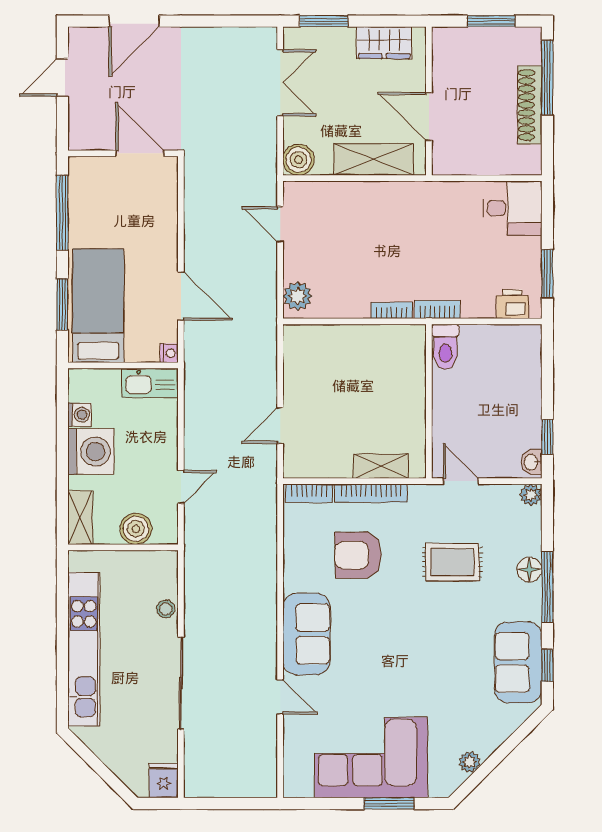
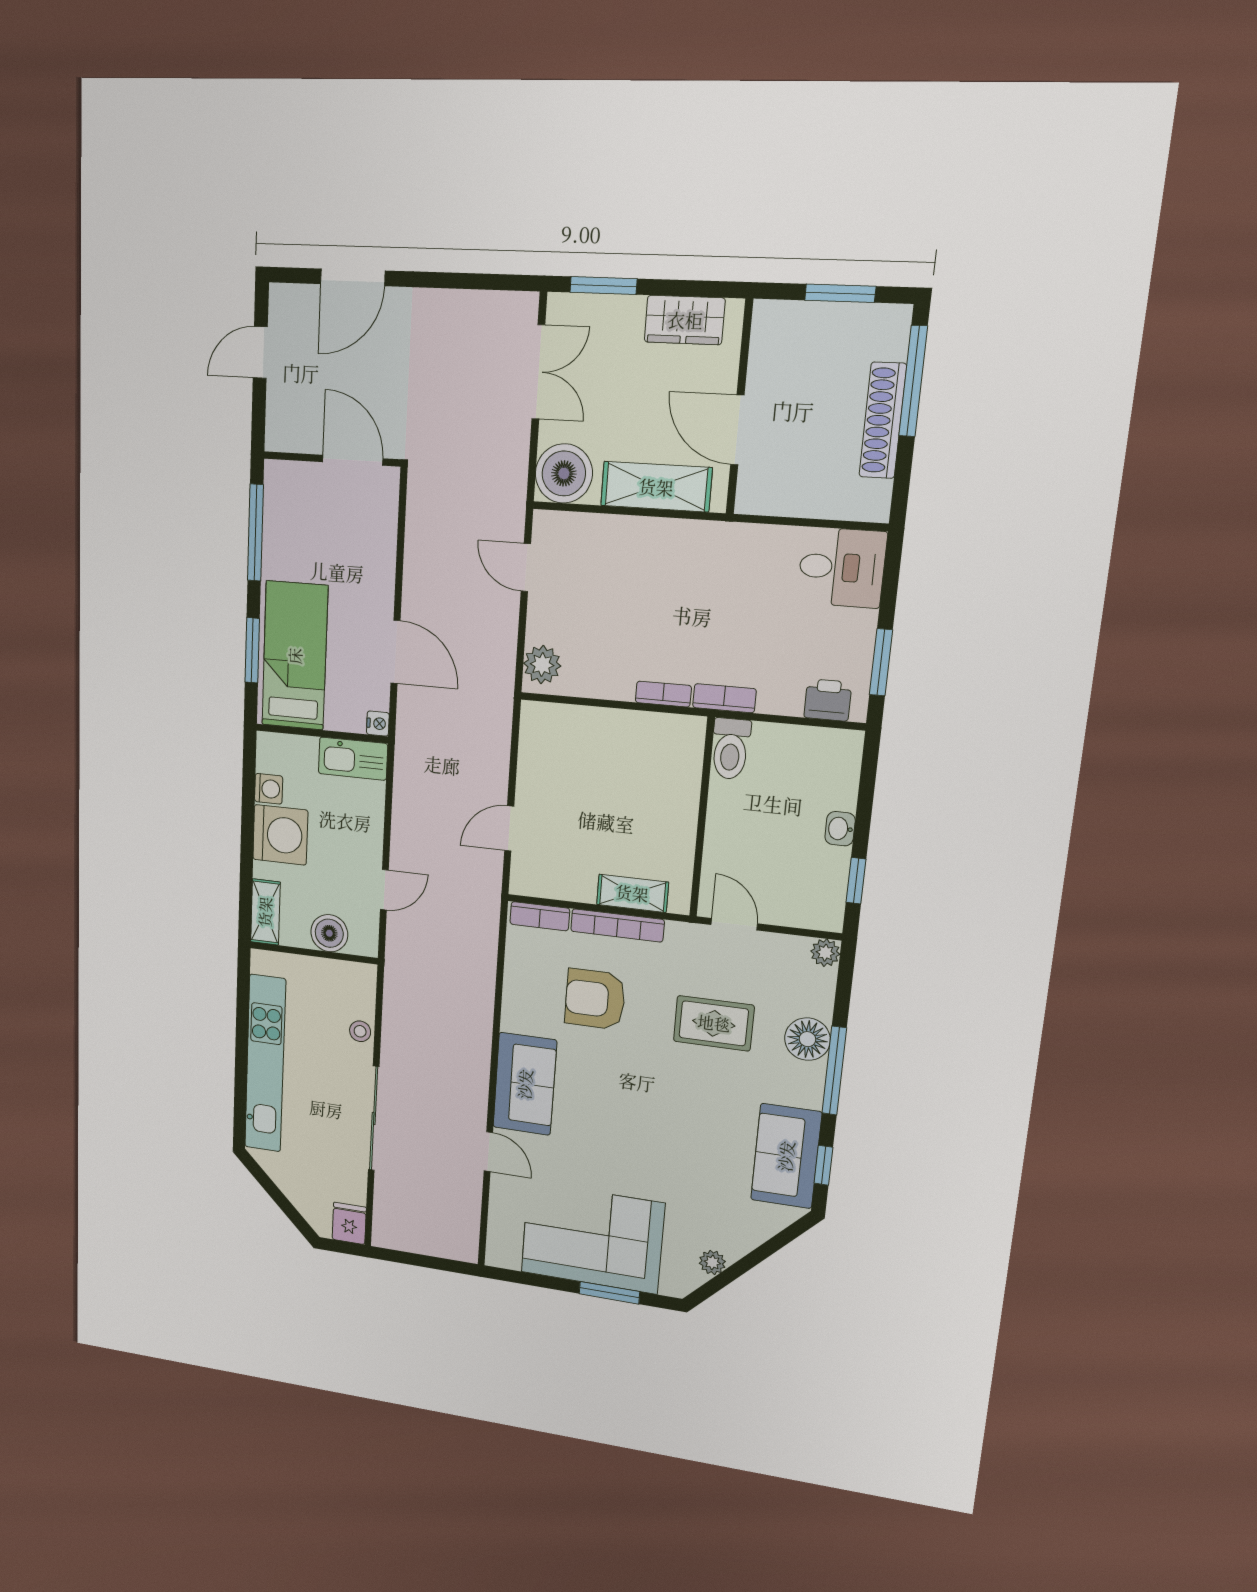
boiler: (298, 160) -> (564, 473), width x1.37, depth x1.37
washbasin: (532, 462) -> (840, 829), moved
floor lamp: (529, 570) -> (807, 1039), width x1.38, depth x1.38

